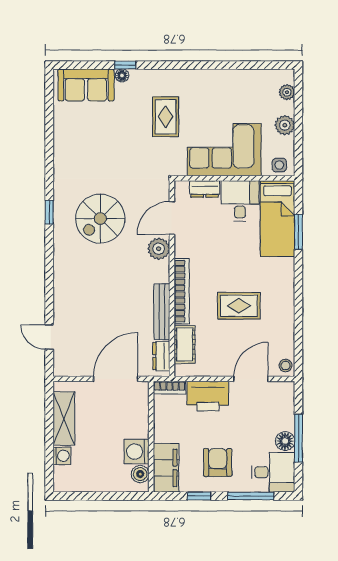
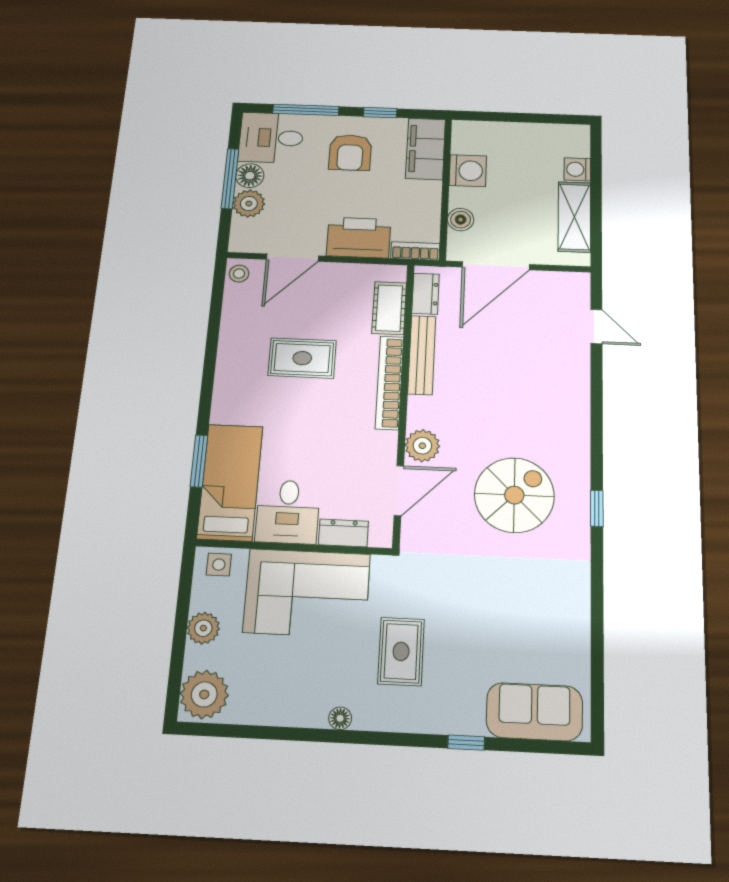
floor lamp: (122, 75) -> (340, 718), moved
plant: (287, 92) -> (204, 694), width x1.87, depth x1.87
plant: (284, 419) -> (249, 204), added
boiler: (140, 474) -> (461, 220), moved

